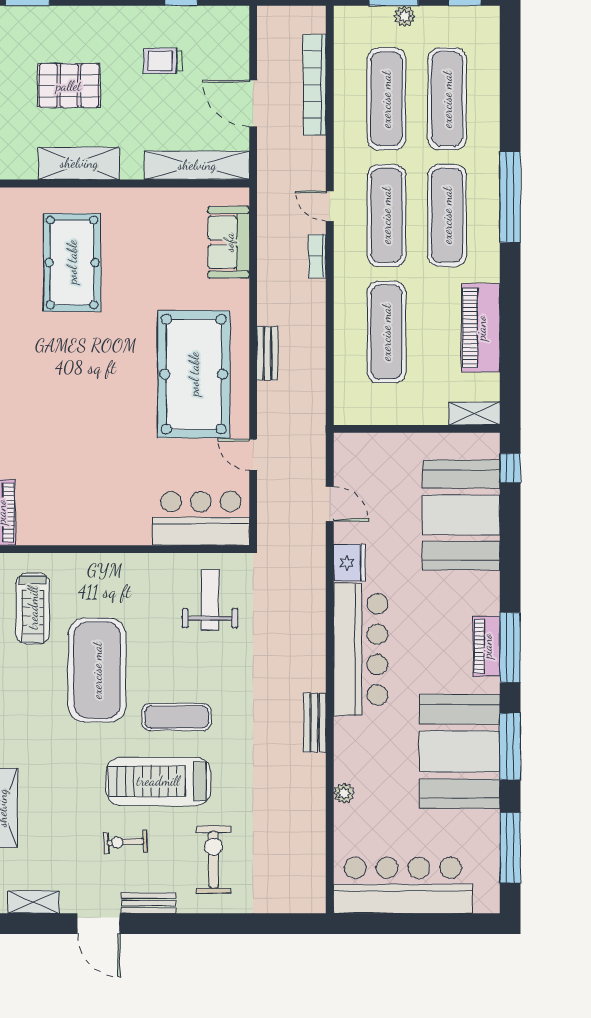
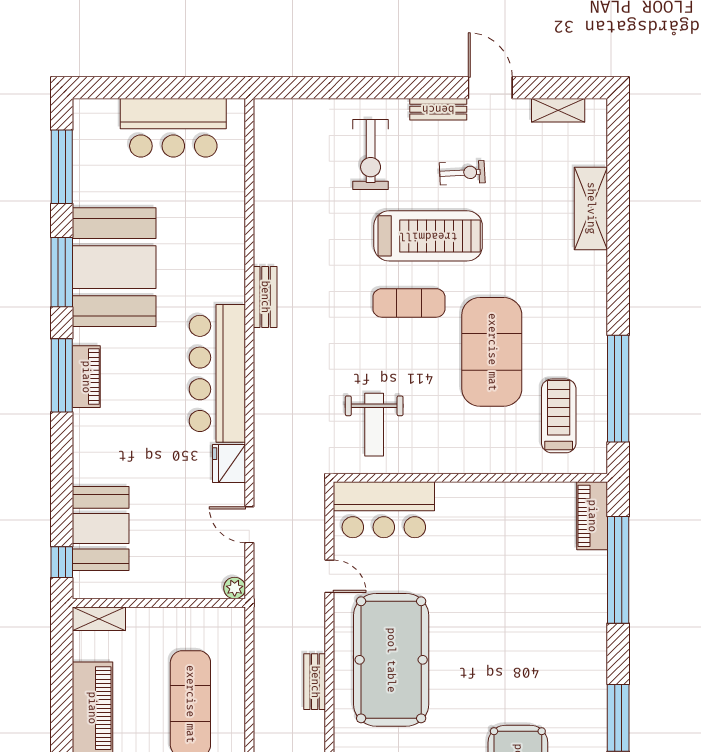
booth: (461, 515) -> (101, 529), width x0.73, depth x0.70
plant: (344, 793) -> (235, 588), moved
bar counter: (403, 885) -> (173, 128), width x0.73

